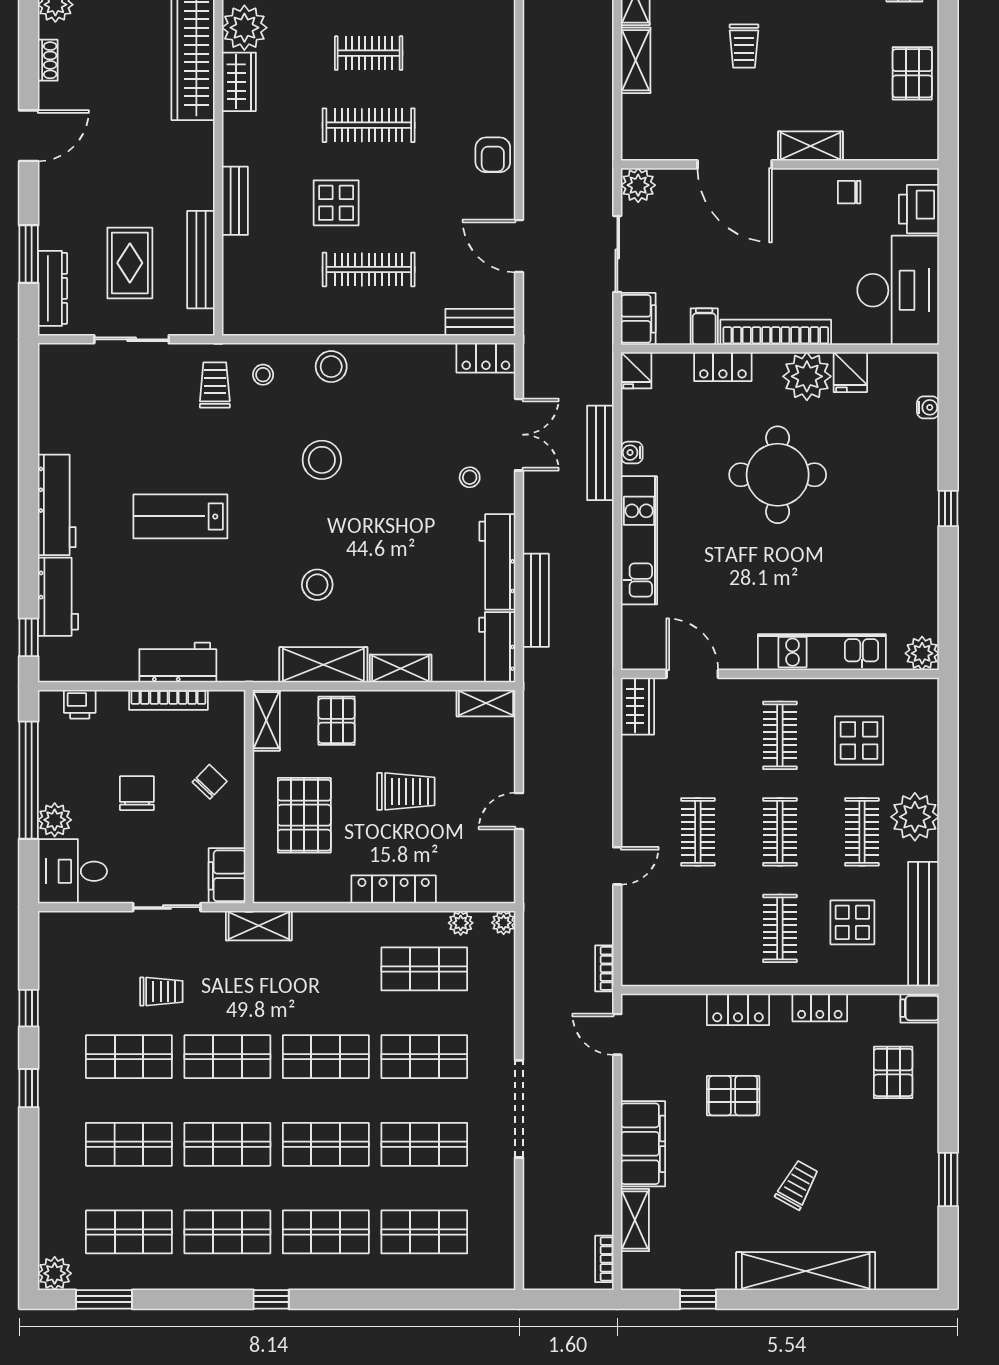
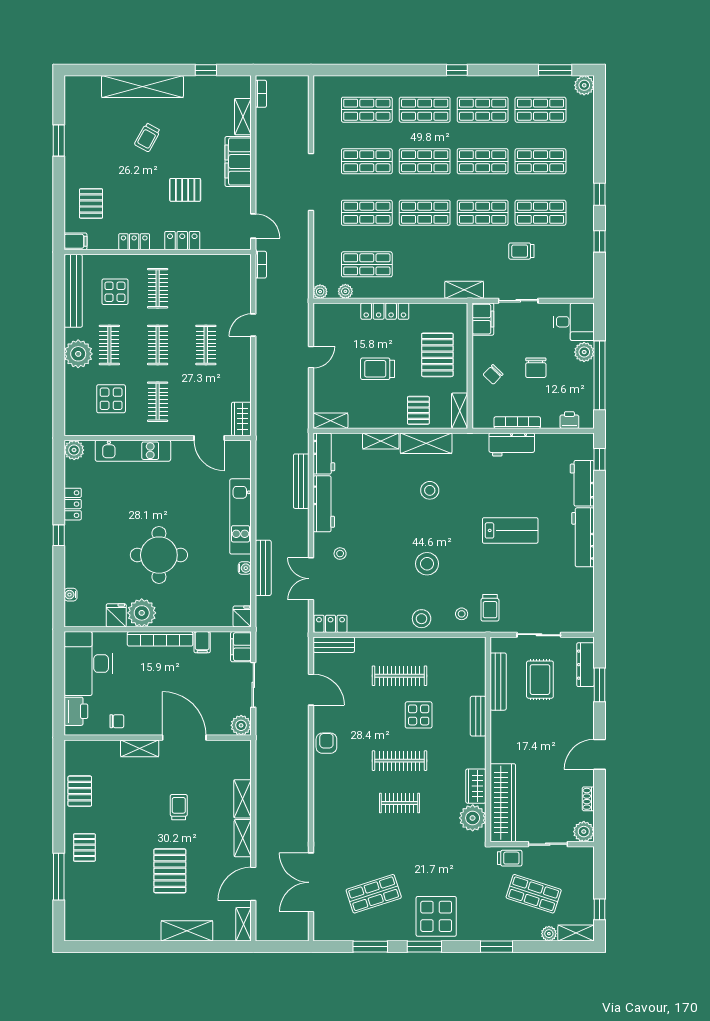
locker: (723, 367) -> (73, 504), moved, turned 90

